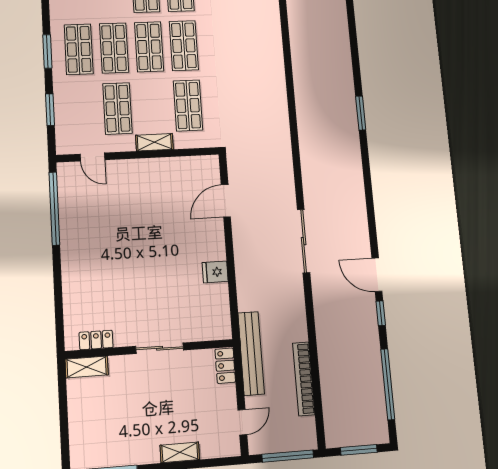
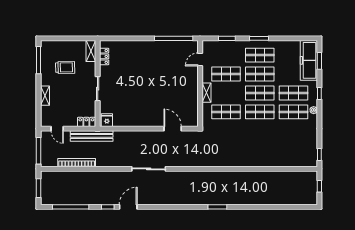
fridge: (215, 272) -> (107, 120), moved
trolley: (122, 416) -> (65, 67), added

